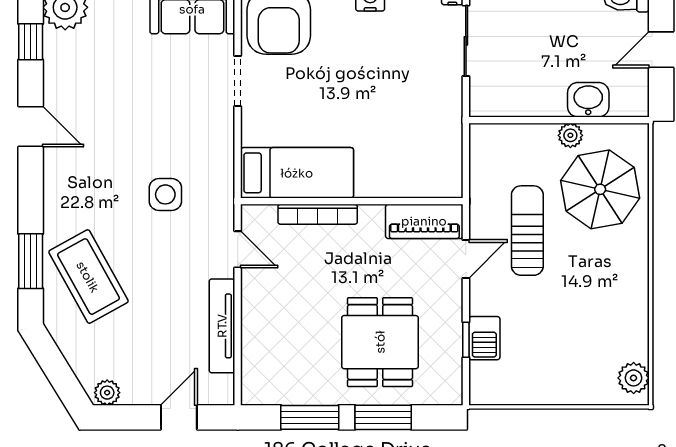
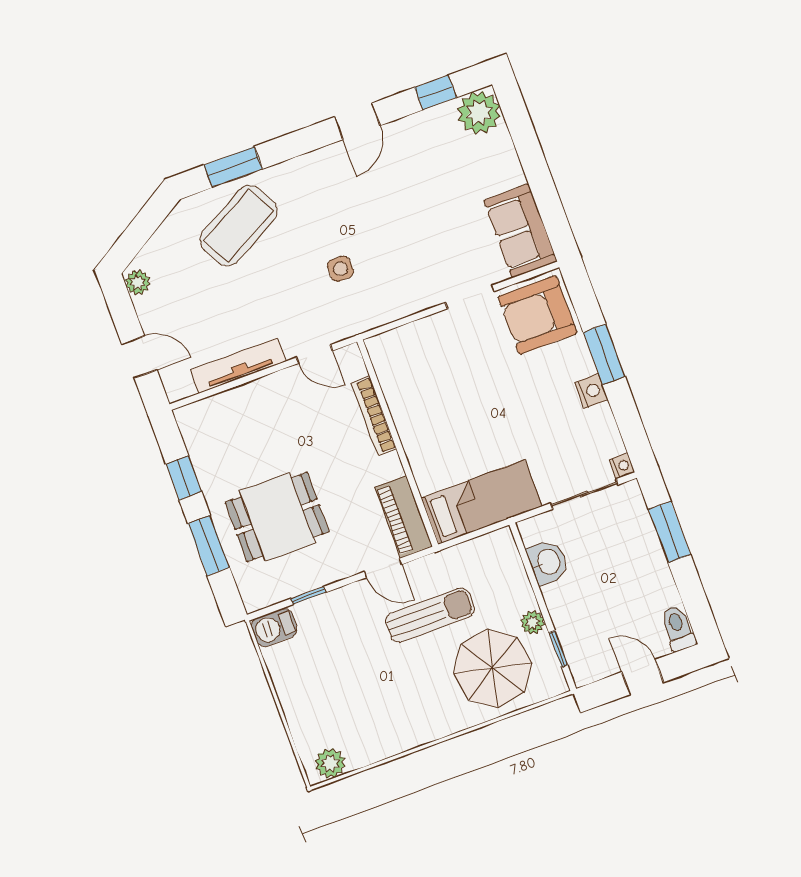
washbasin: (588, 100) -> (548, 562), moved
window: (605, 120) -> (558, 649), added
bed: (297, 173) -> (481, 502), moved, turned -90
side table: (165, 194) -> (340, 269), width x0.73, depth x0.73
door: (238, 249) -> (314, 354), hinge flipped
barbecue: (484, 338) -> (274, 627), moved
window: (310, 417) -> (184, 478), width x0.67

